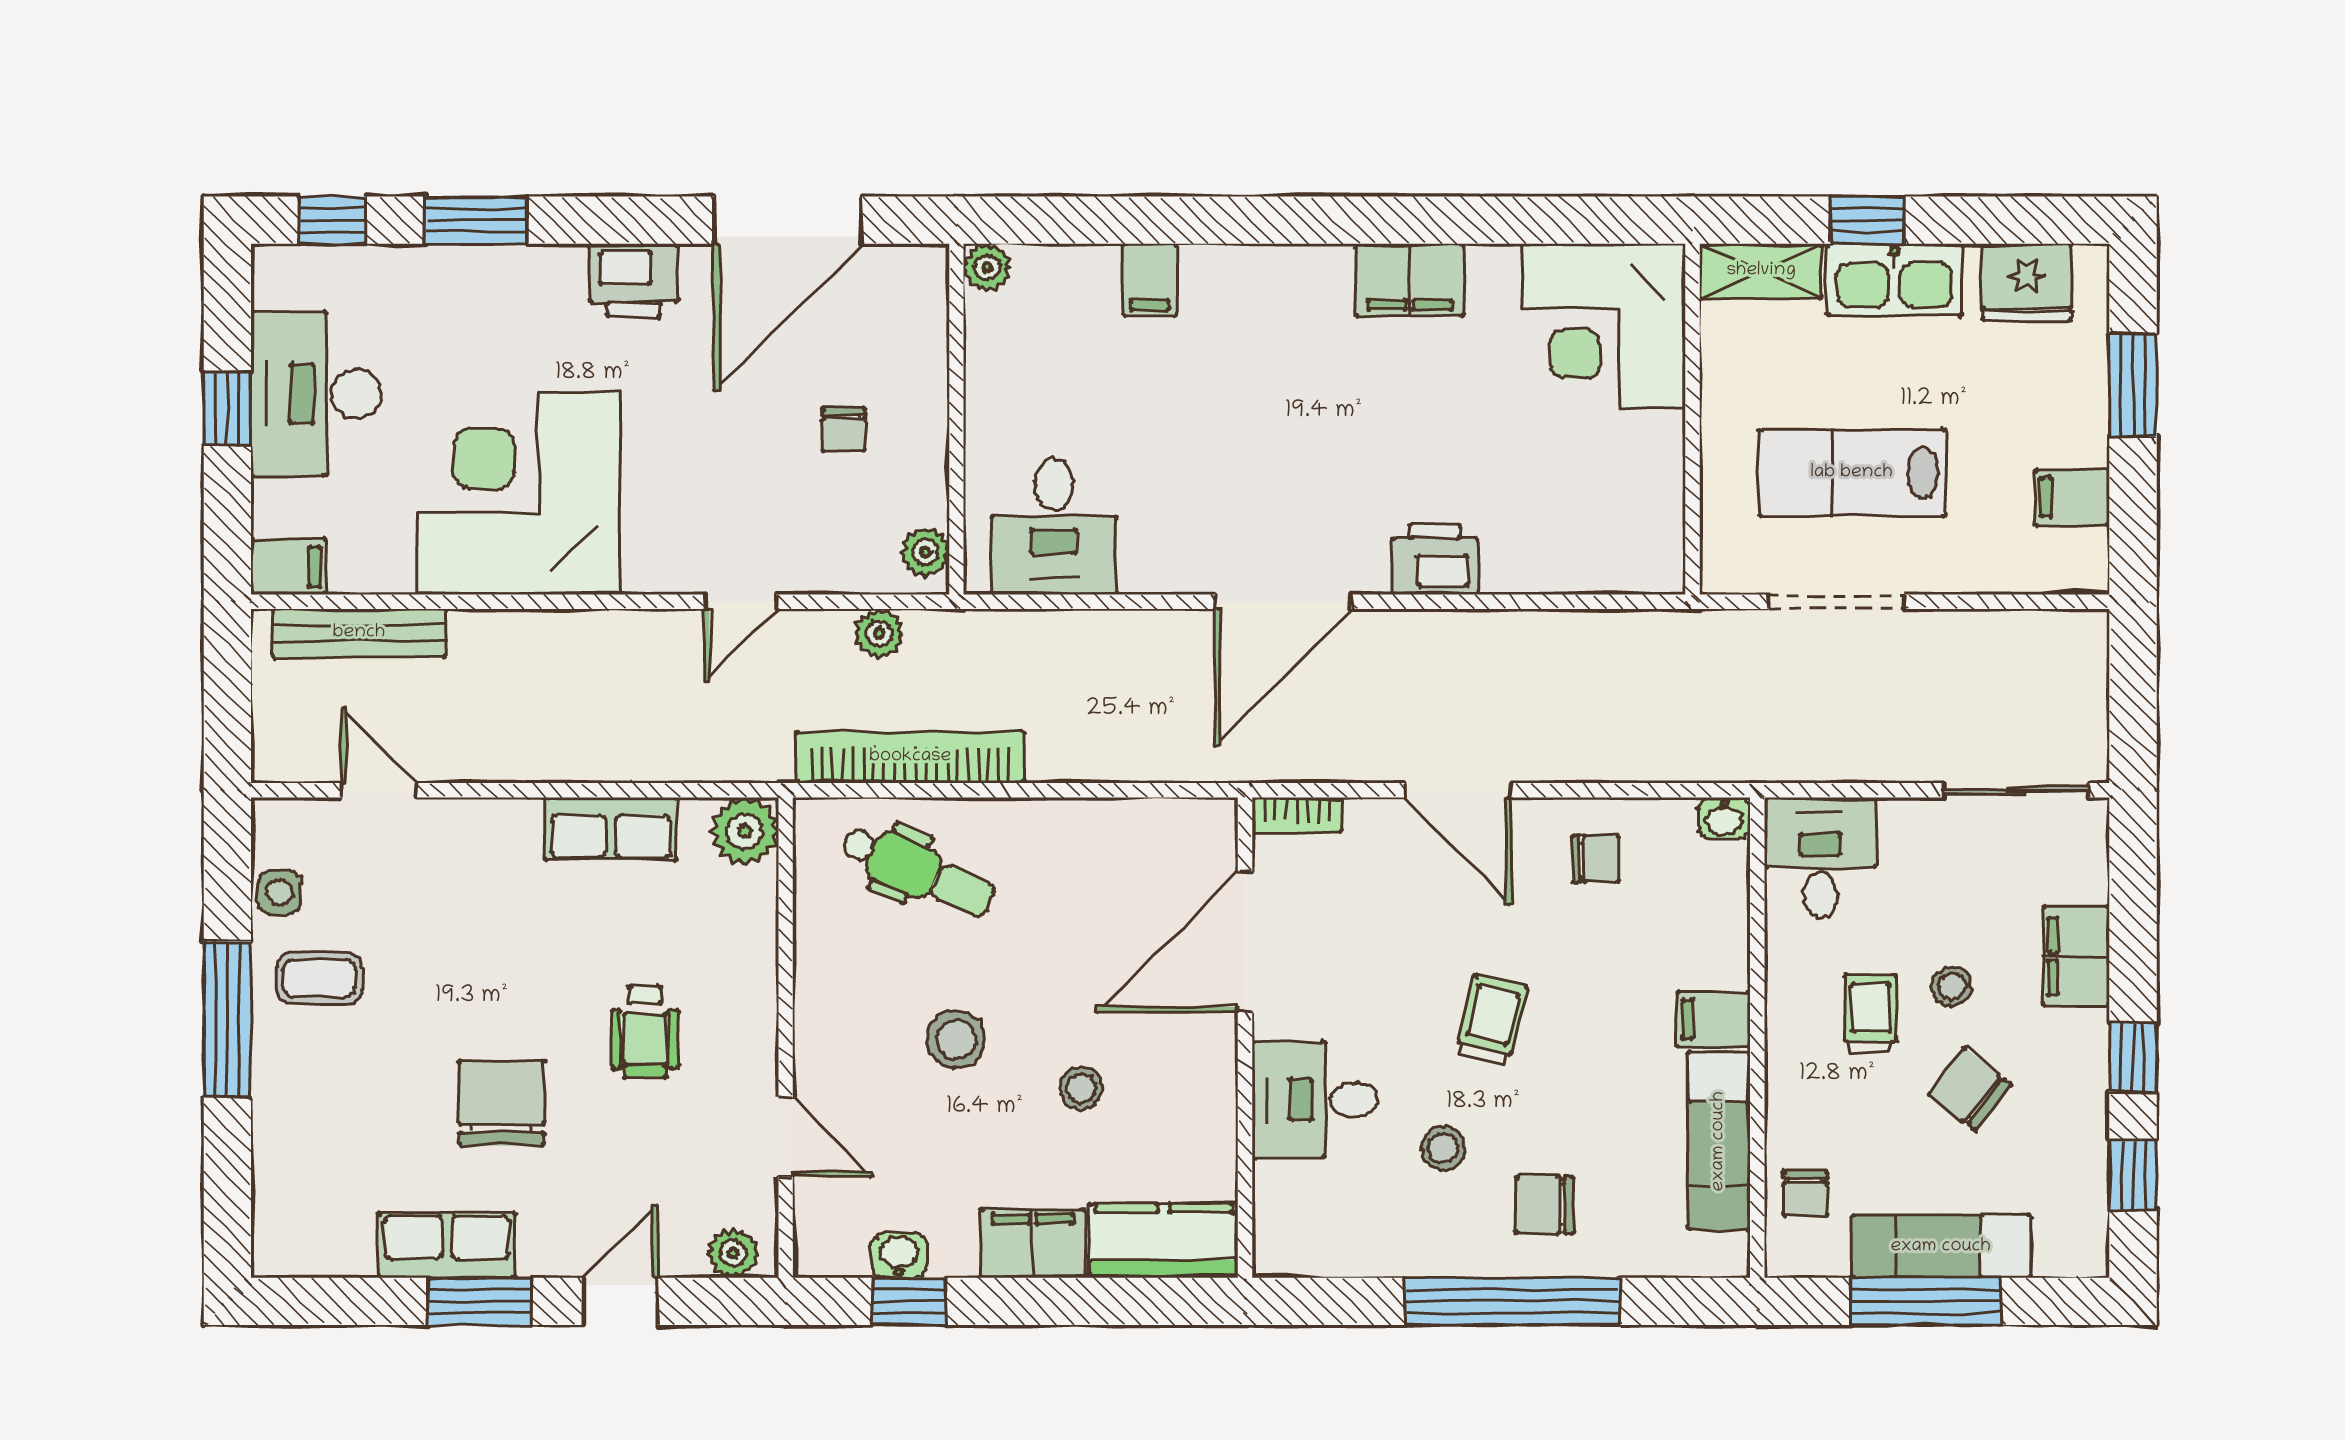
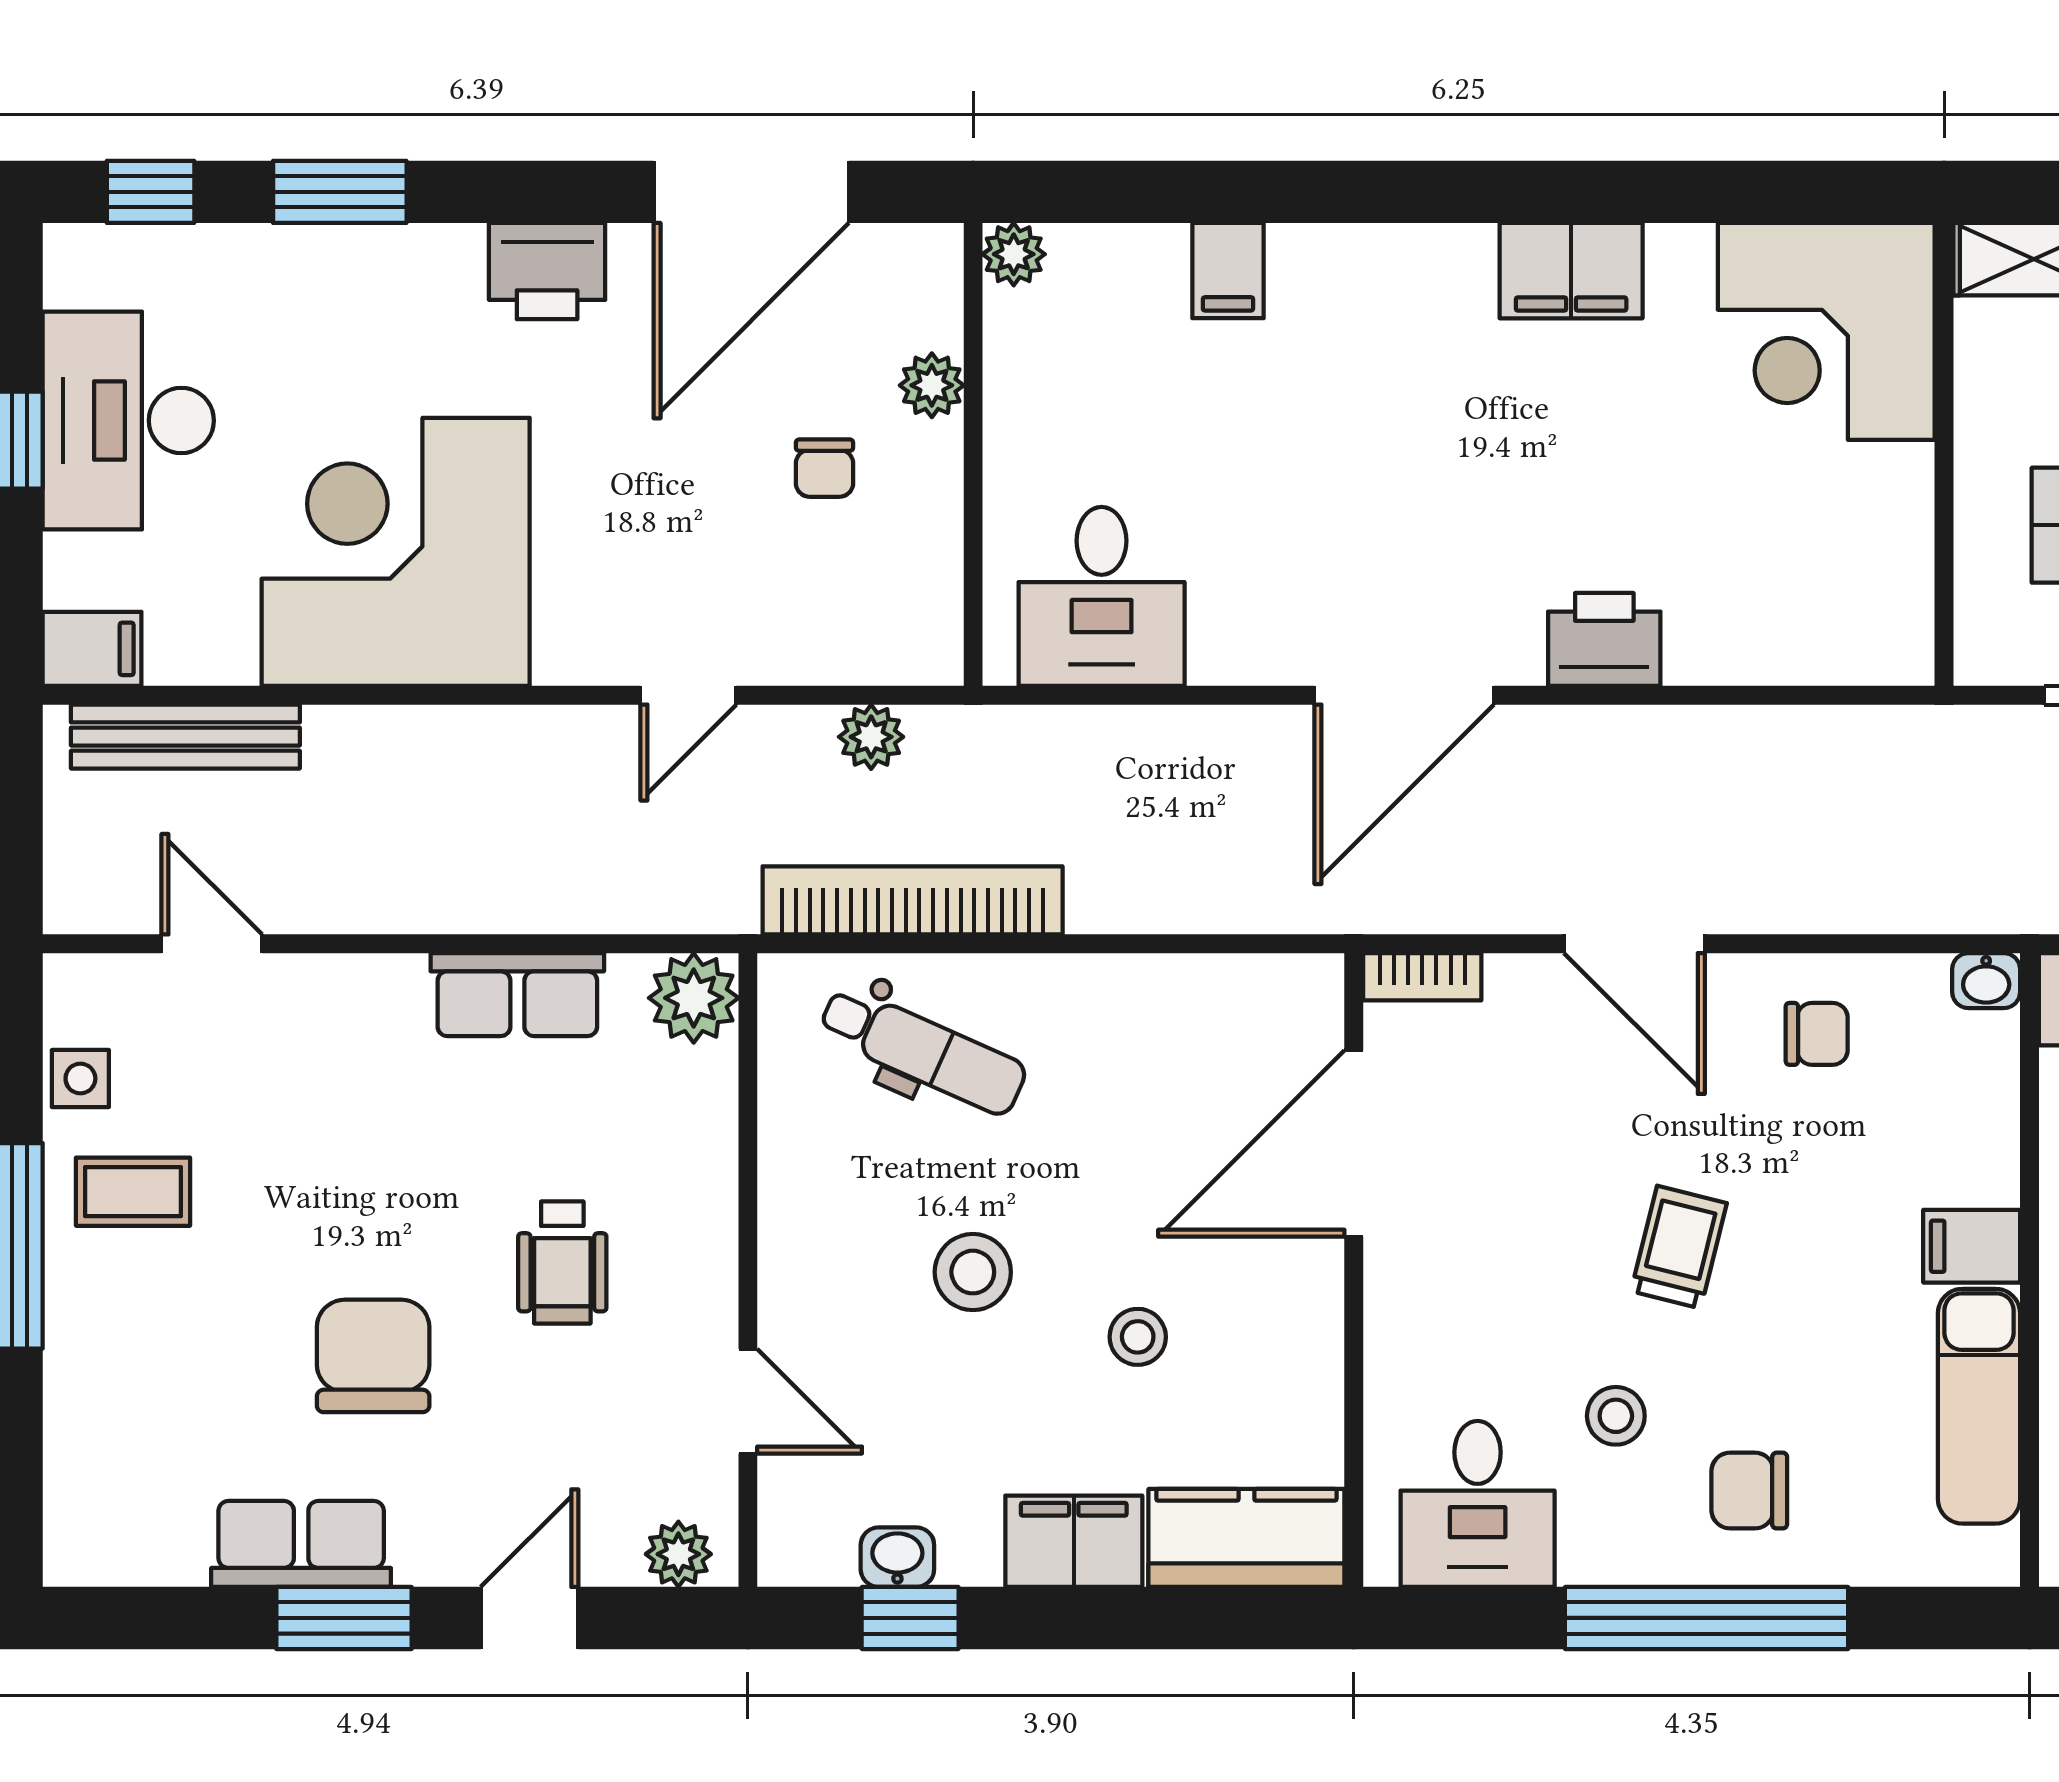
plant: (925, 552) -> (932, 385), moved
desk: (1315, 1100) -> (1478, 1504), moved, turned -90

